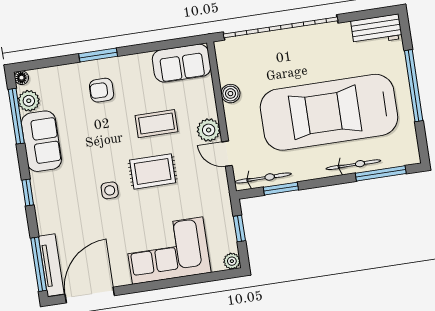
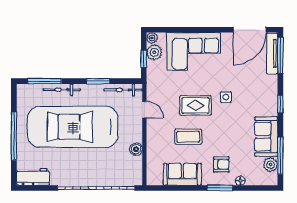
sofa: (182, 63) -> (182, 174), moved
floor lamp: (22, 78) -> (240, 181), moved
car: (329, 112) -> (73, 127), turned 180
plant: (209, 130) -> (154, 52), moved
window: (281, 189) -> (98, 81), moved

